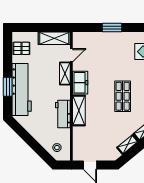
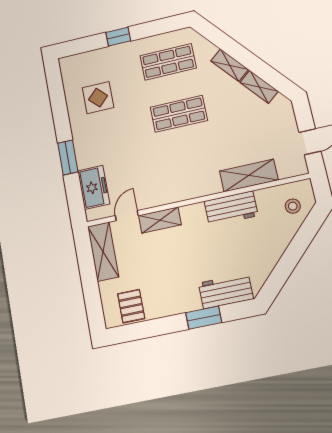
door: (71, 55) -> (127, 216), hinge flipped
freezer: (80, 83) -> (94, 187), moved, turned 90
workbench: (22, 89) -> (226, 291), width x0.53, depth x0.76
shelving: (79, 110) -> (249, 175), moved

